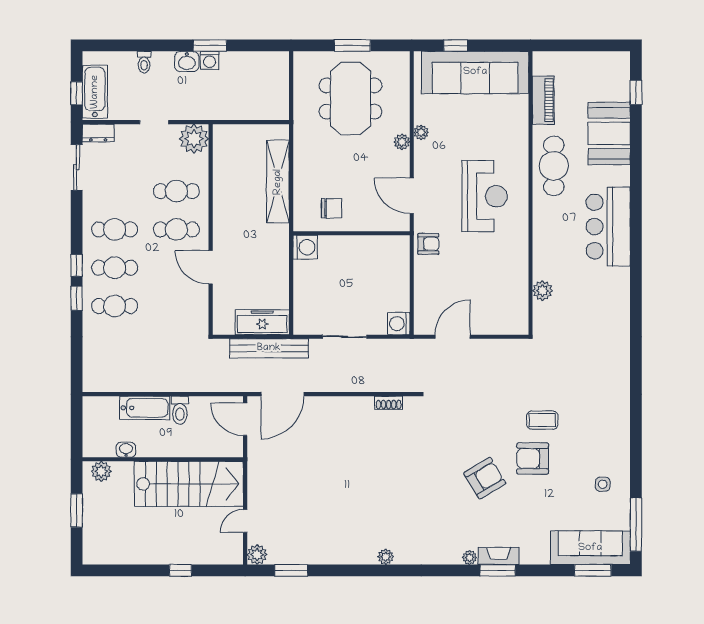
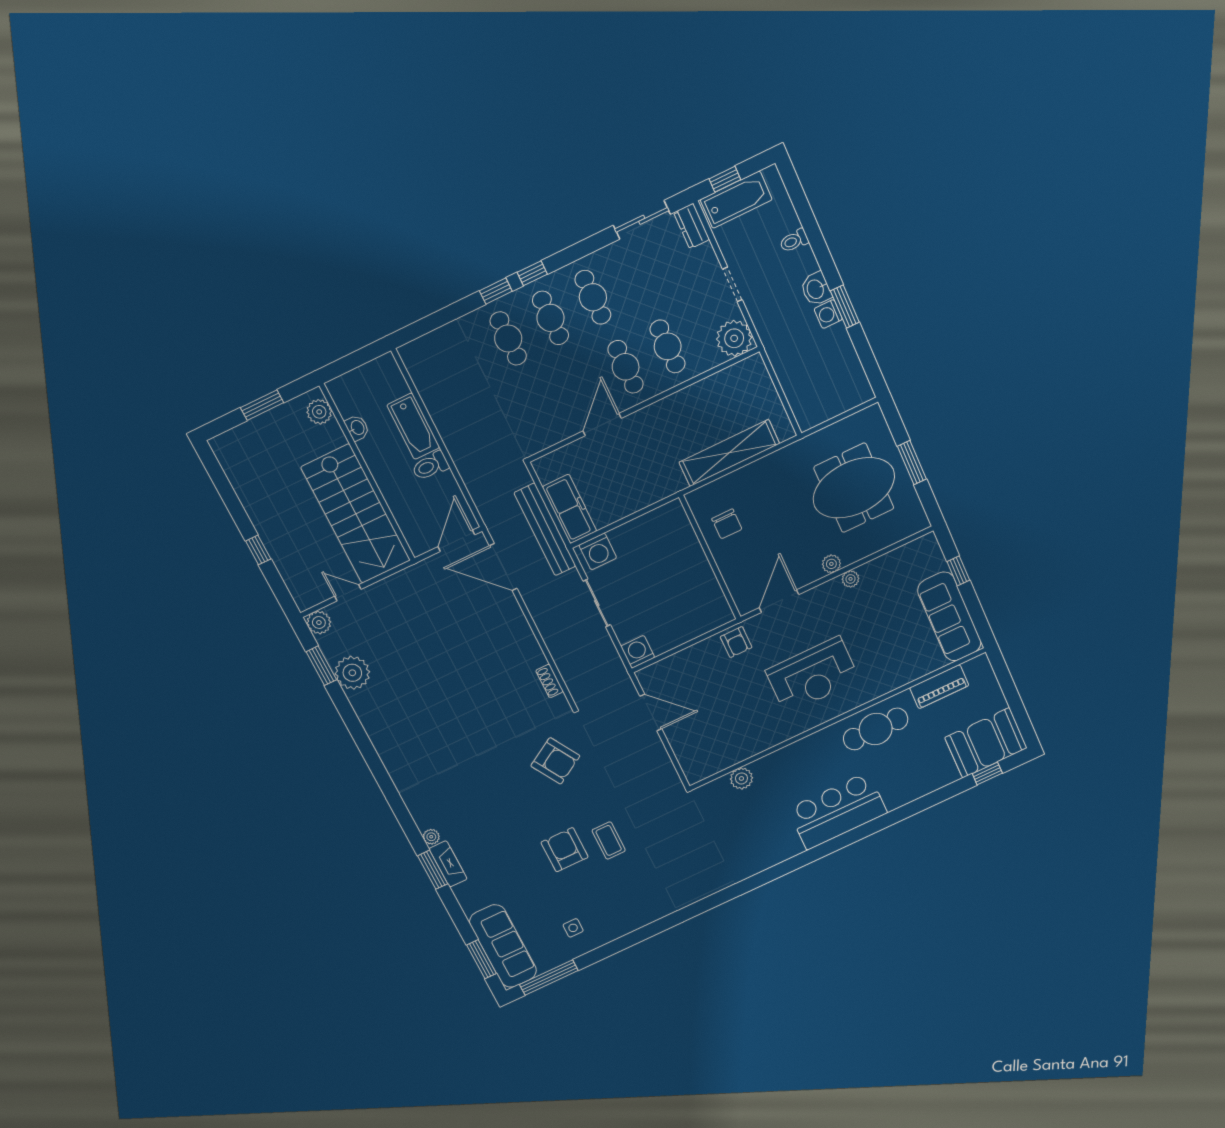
sofa: (475, 72) -> (949, 617), width x0.74, depth x0.79
booth: (609, 133) -> (986, 743), moved
washing machine: (305, 247) -> (598, 551), moved
armchair: (485, 478) -> (555, 761), moved
plant: (386, 557) -> (352, 673), moved, width x1.87, depth x1.87

